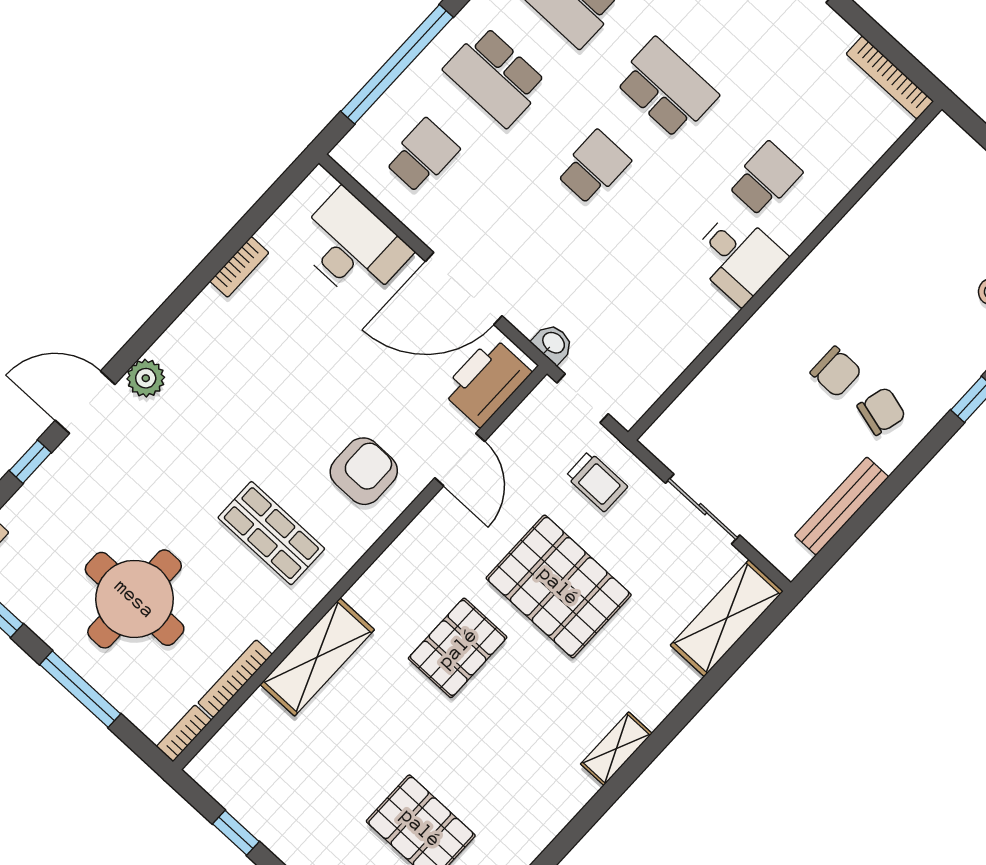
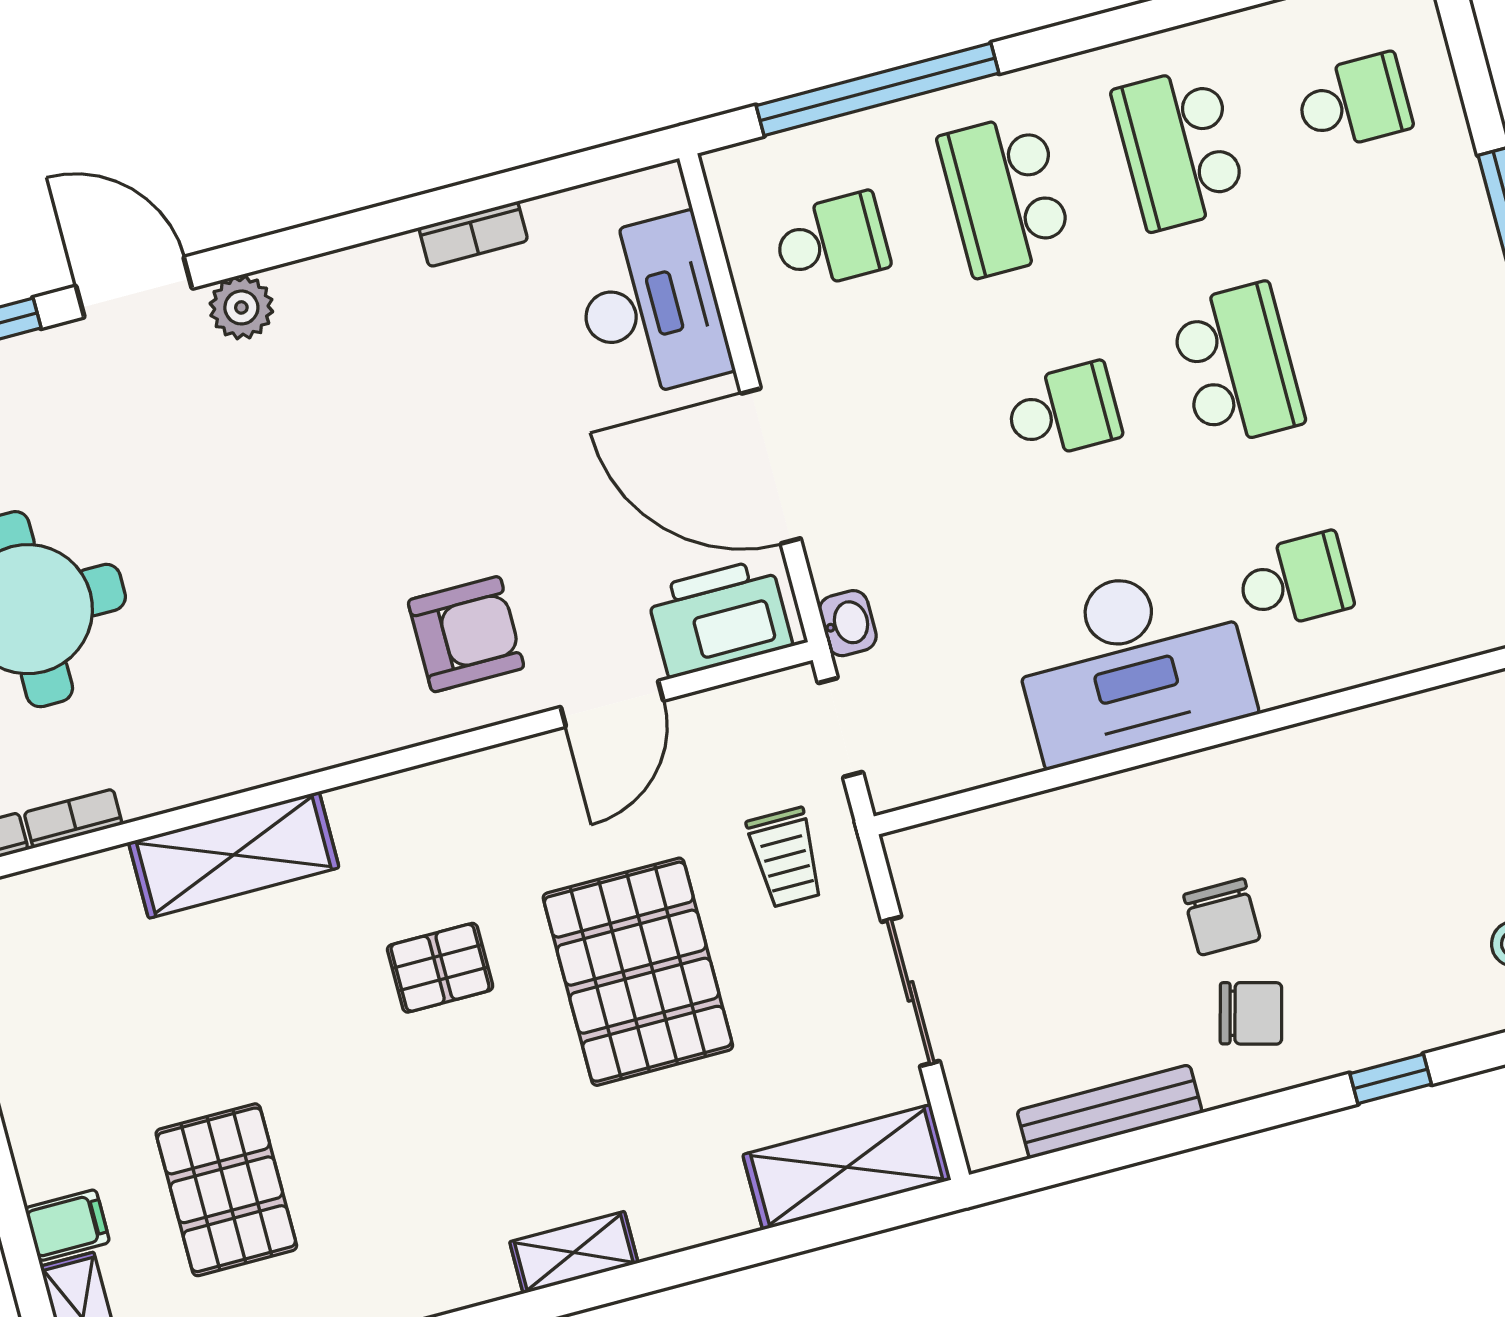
desk: (738, 257) -> (1131, 662), width x1.87, depth x1.30
shop shelf: (271, 533) -> (280, 639), removed
pallet: (458, 648) -> (440, 968), width x0.67, depth x0.71
bookcase: (235, 679) -> (73, 818), width x0.64

